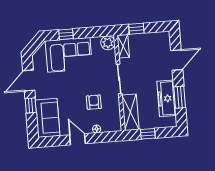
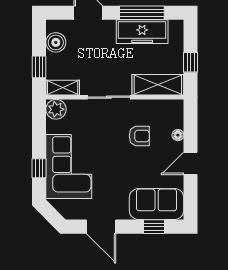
boiler: (154, 39) -> (56, 42), added
window: (180, 97) -> (142, 13), width x1.44
armchair: (94, 102) -> (139, 136), turned 180
window: (31, 105) -> (154, 227), moved

